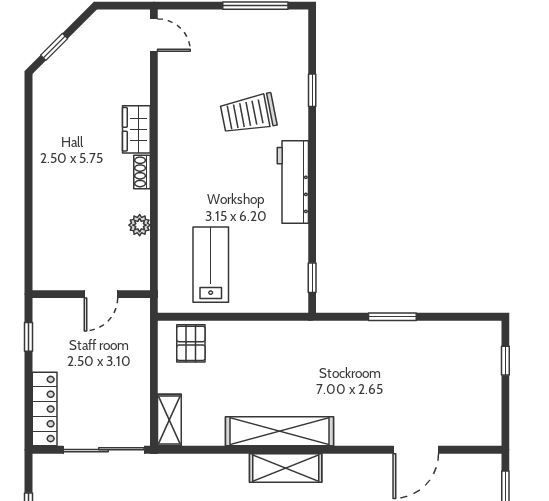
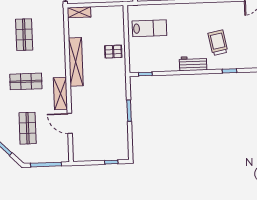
workbench: (293, 182) -> (193, 64), width x0.73
pallet: (191, 343) -> (113, 52), moved
shelving: (286, 468) -> (60, 93), moved

